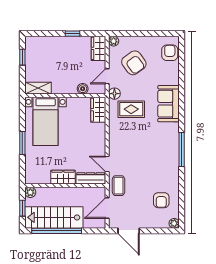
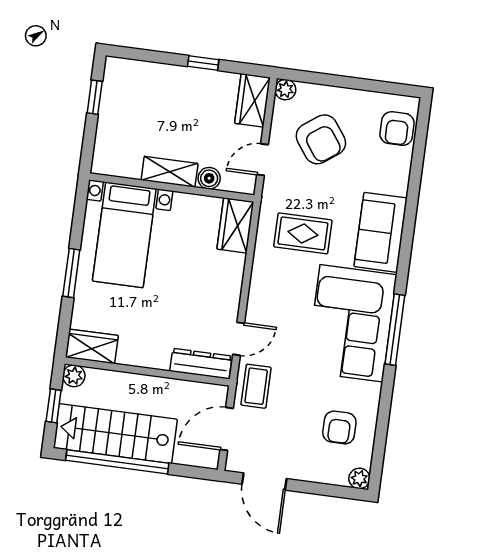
armchair: (170, 53) -> (397, 129), turned 180
shelving: (38, 88) -> (170, 172), moved
floor lamp: (114, 94) -> (273, 197), removed
corner sofa: (160, 149) -> (351, 323), added
door: (107, 164) -> (239, 339), swing flipped
wardrobe: (63, 177) -> (92, 346), moved

